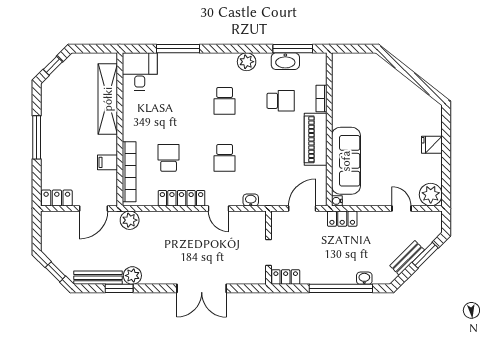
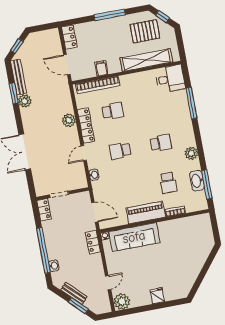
pallet: (68, 93) -> (145, 31), added
school desk: (225, 101) -> (161, 143), turned 180
plant: (130, 220) -> (69, 120), moved

